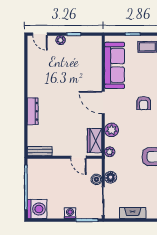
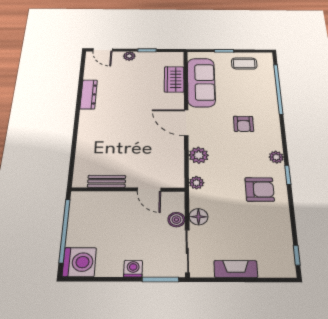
dresser: (33, 111) -> (89, 94), moved
wardrobe: (95, 141) -> (174, 79), moved
bench: (40, 151) -> (107, 181), moved

